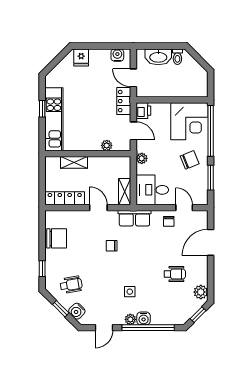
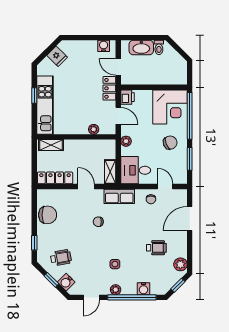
fridge: (81, 57) -> (57, 56), moved, turned -45
shelving: (74, 162) -> (51, 145), moved
water cooler: (144, 318) -> (143, 289), moved

